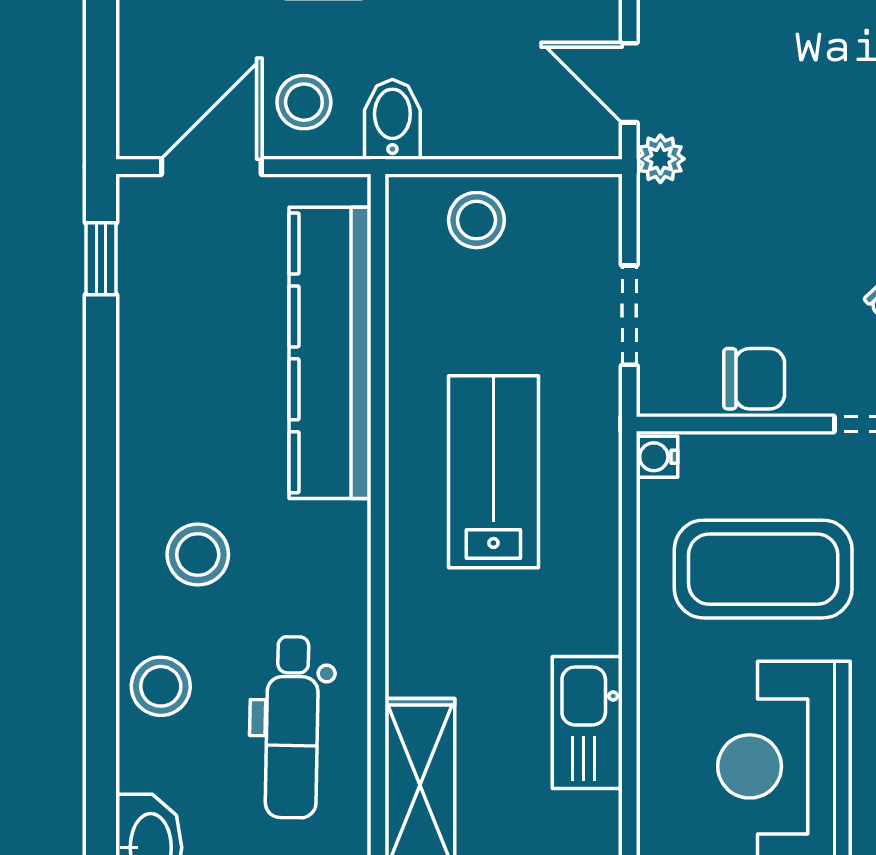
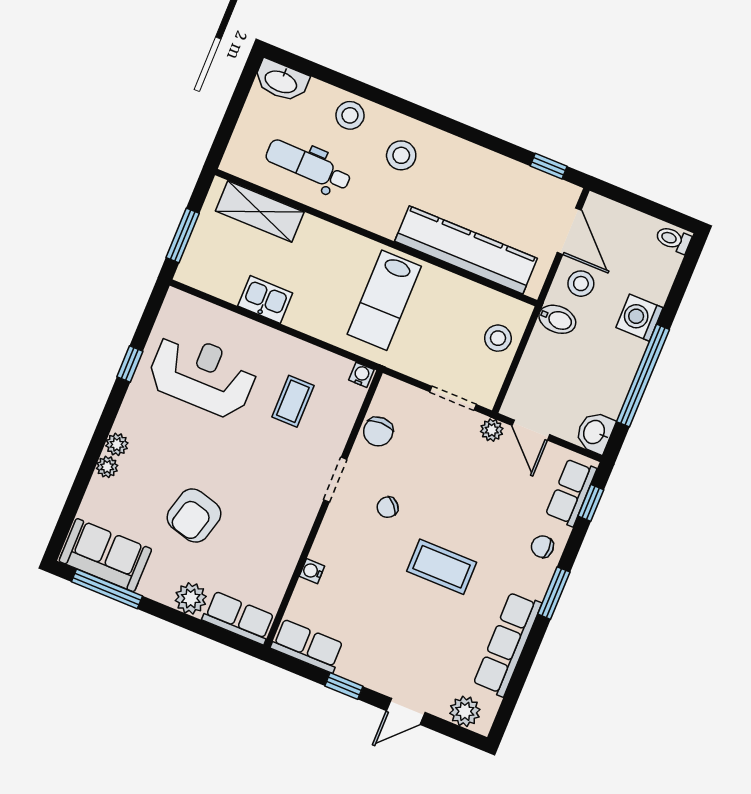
door: (629, 83) -> (531, 430), swing flipped
doorway: (629, 315) -> (453, 398), moved
lab bench: (493, 472) -> (384, 300), turned 90
coffee table: (763, 569) -> (293, 401), width x0.54, depth x0.58
kitchen sink: (587, 722) -> (265, 299), width x0.73

